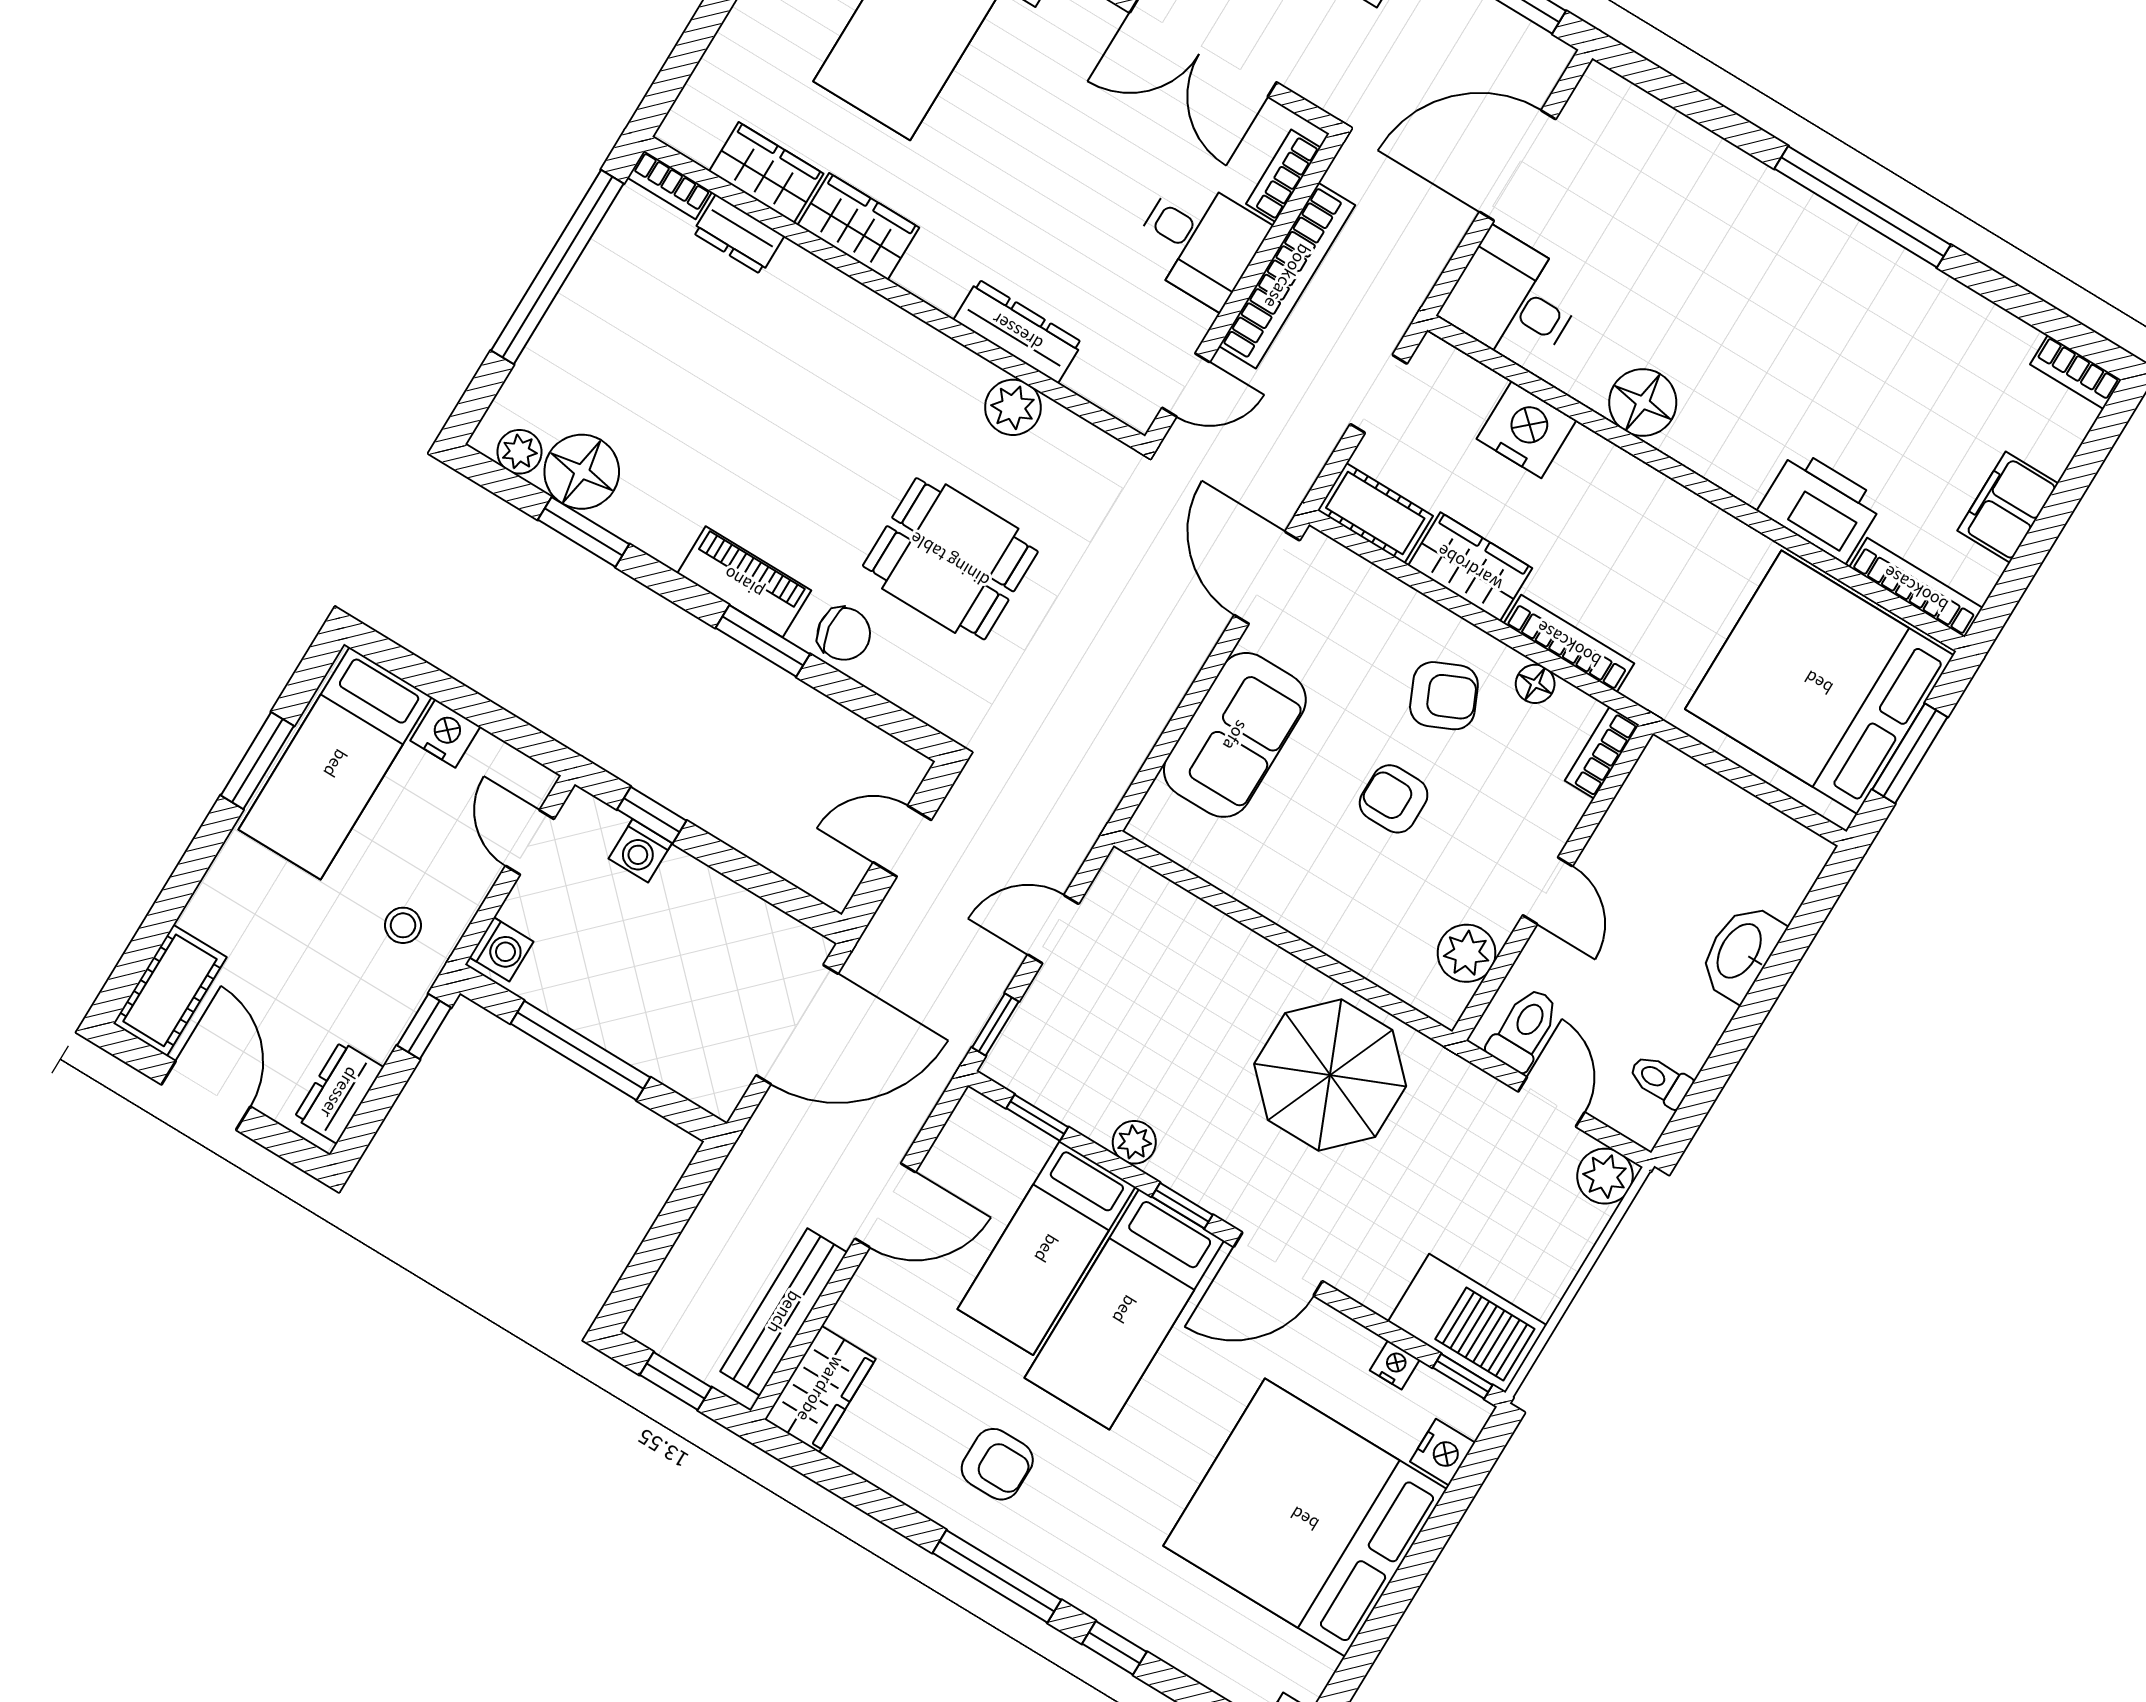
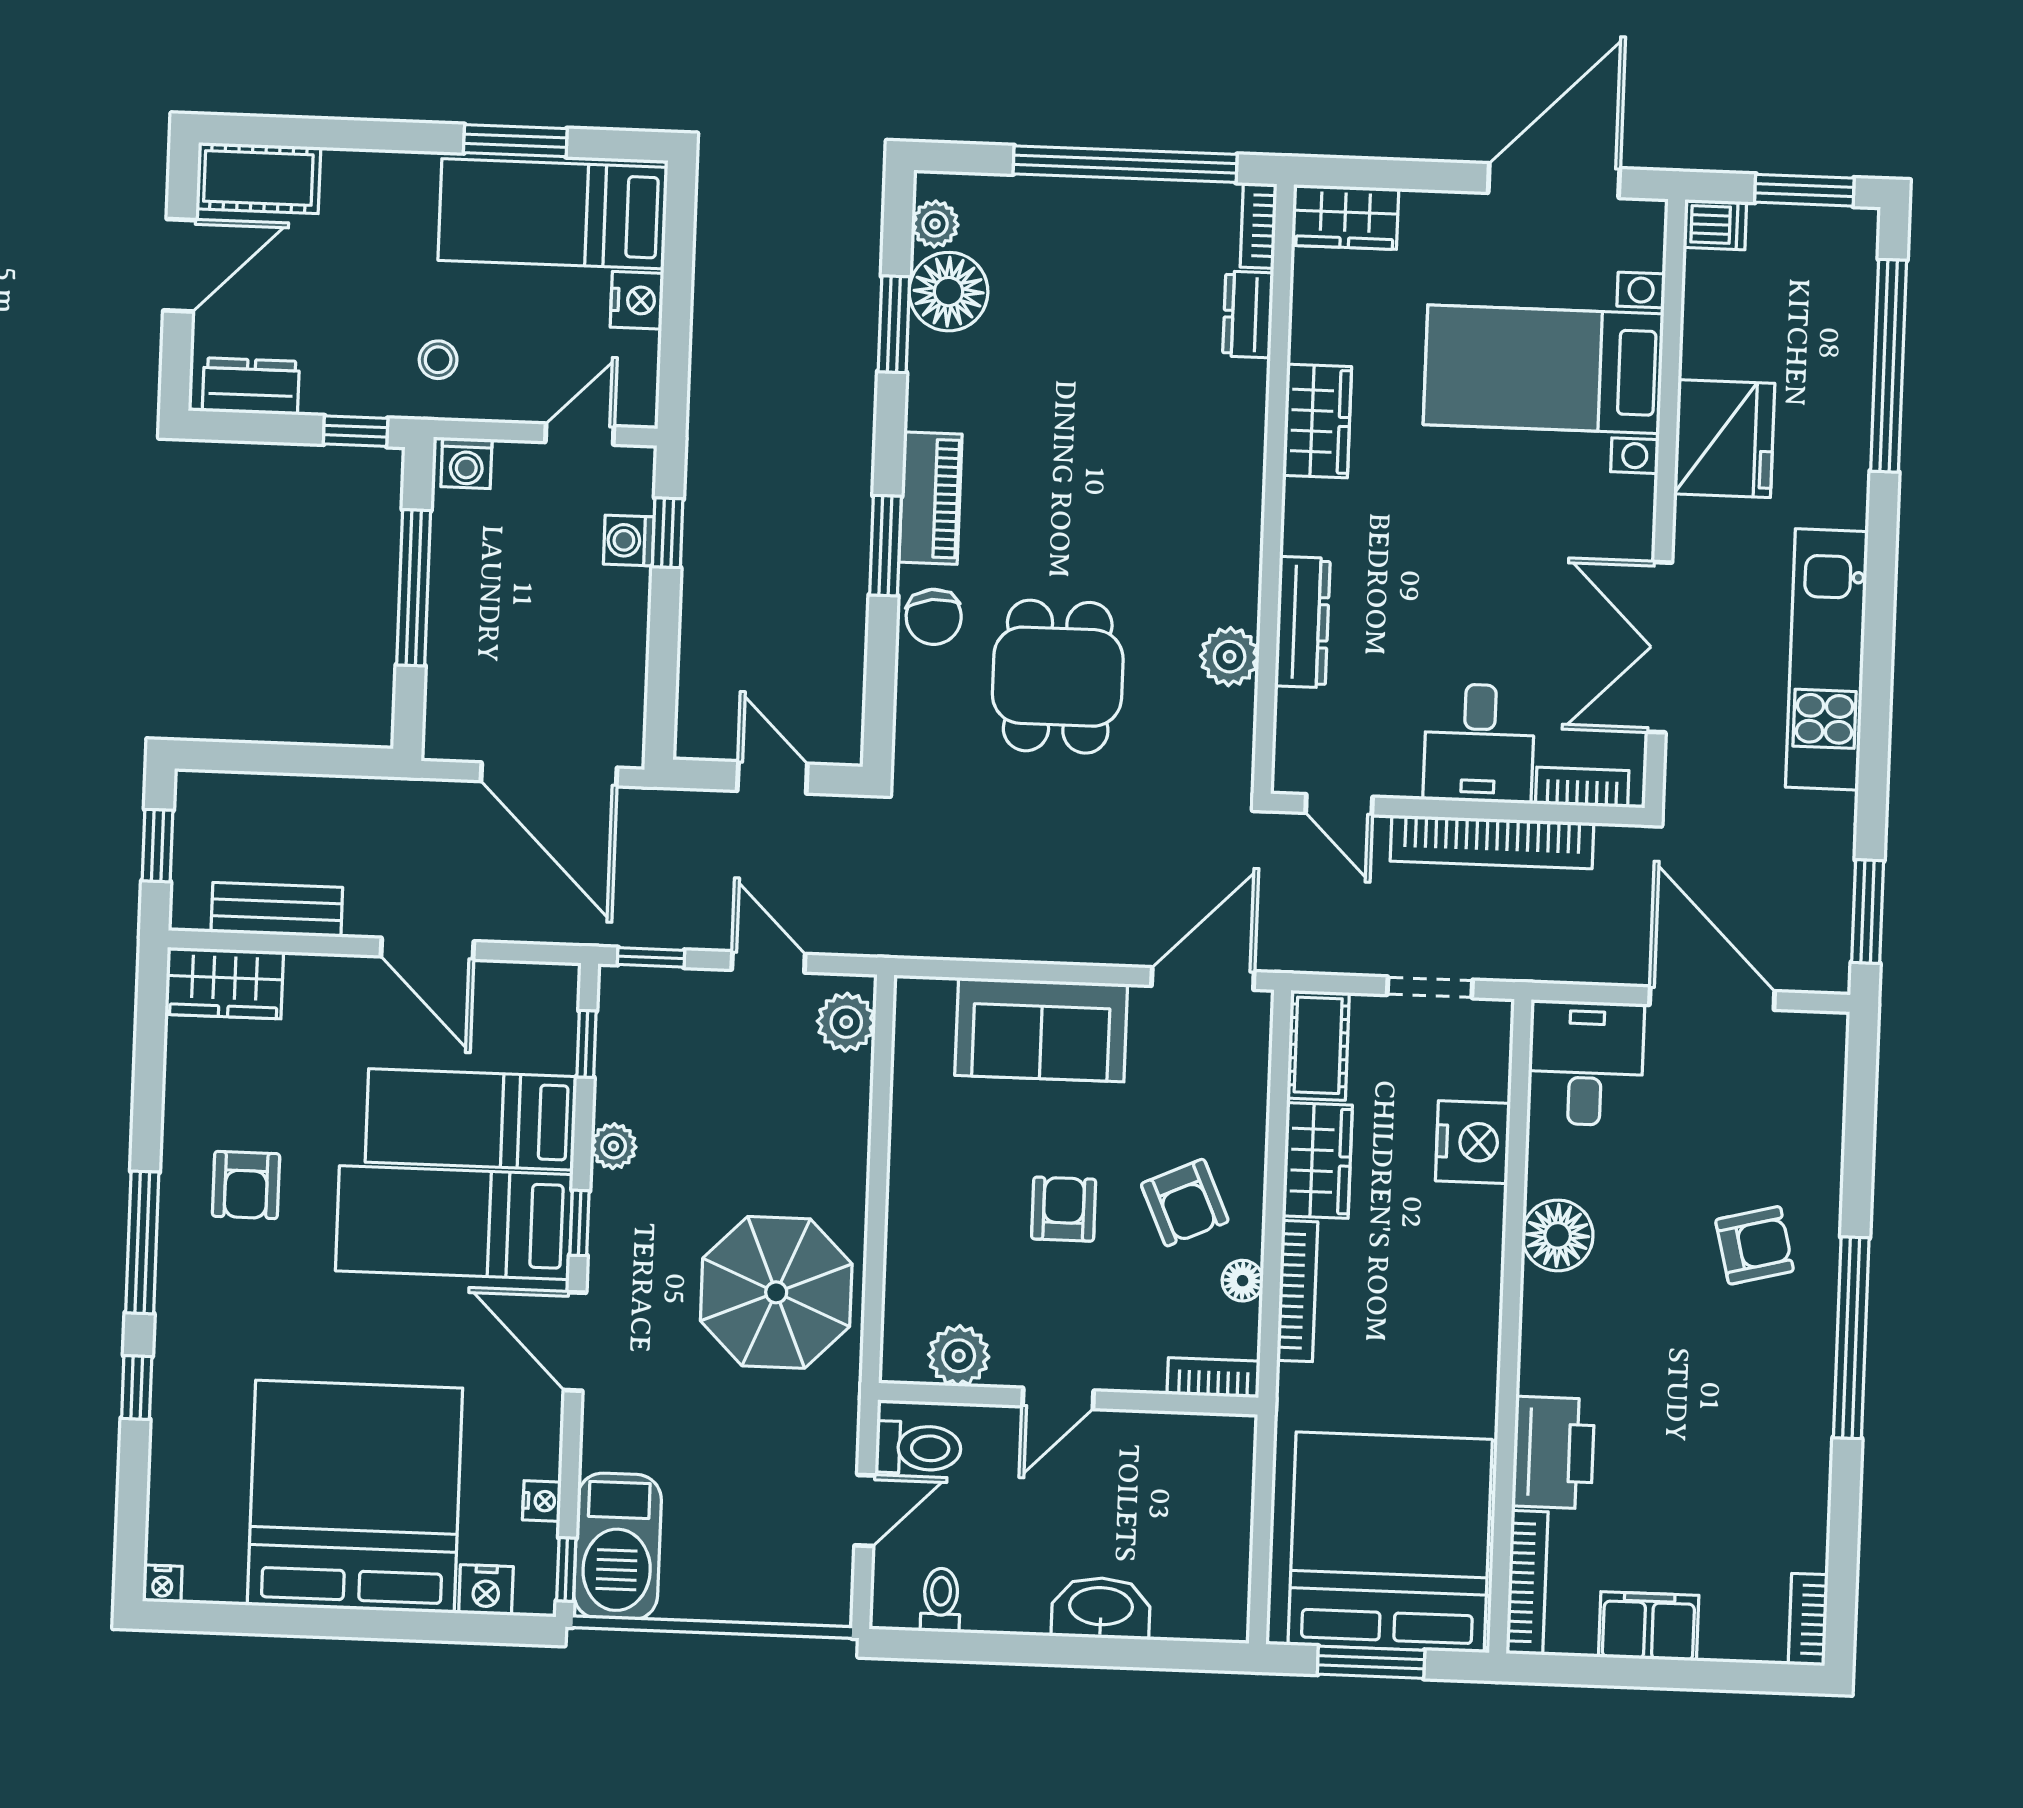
wardrobe: (766, 172) -> (1345, 217), moved, turned 90
armchair: (1742, 244) -> (1755, 1245), added
plant: (1605, 1176) -> (846, 1022), moved
bench: (784, 1312) -> (277, 910), width x0.73

